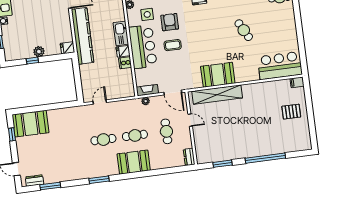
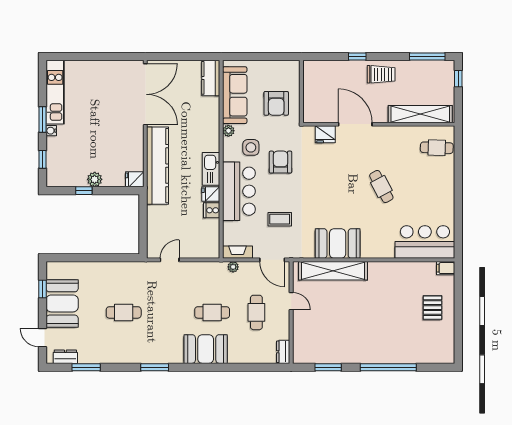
coffee table: (173, 45) -> (280, 219), moved
pallet: (291, 112) -> (432, 308), turned 90
booth: (30, 124) -> (62, 303), moved, turned 90
cafe table: (103, 140) -> (124, 312), moved

